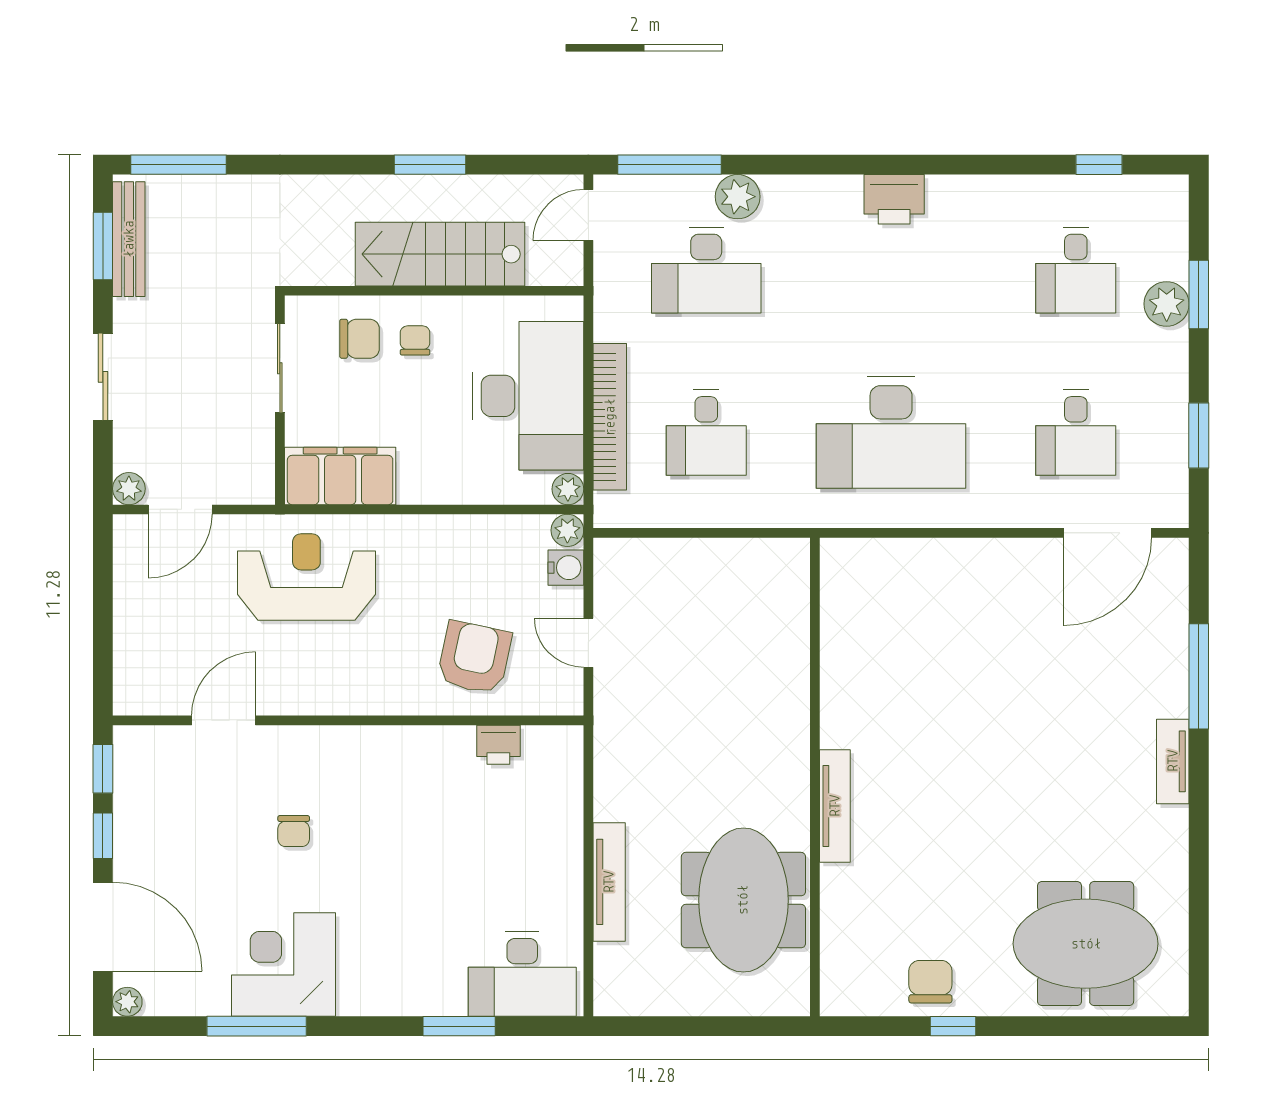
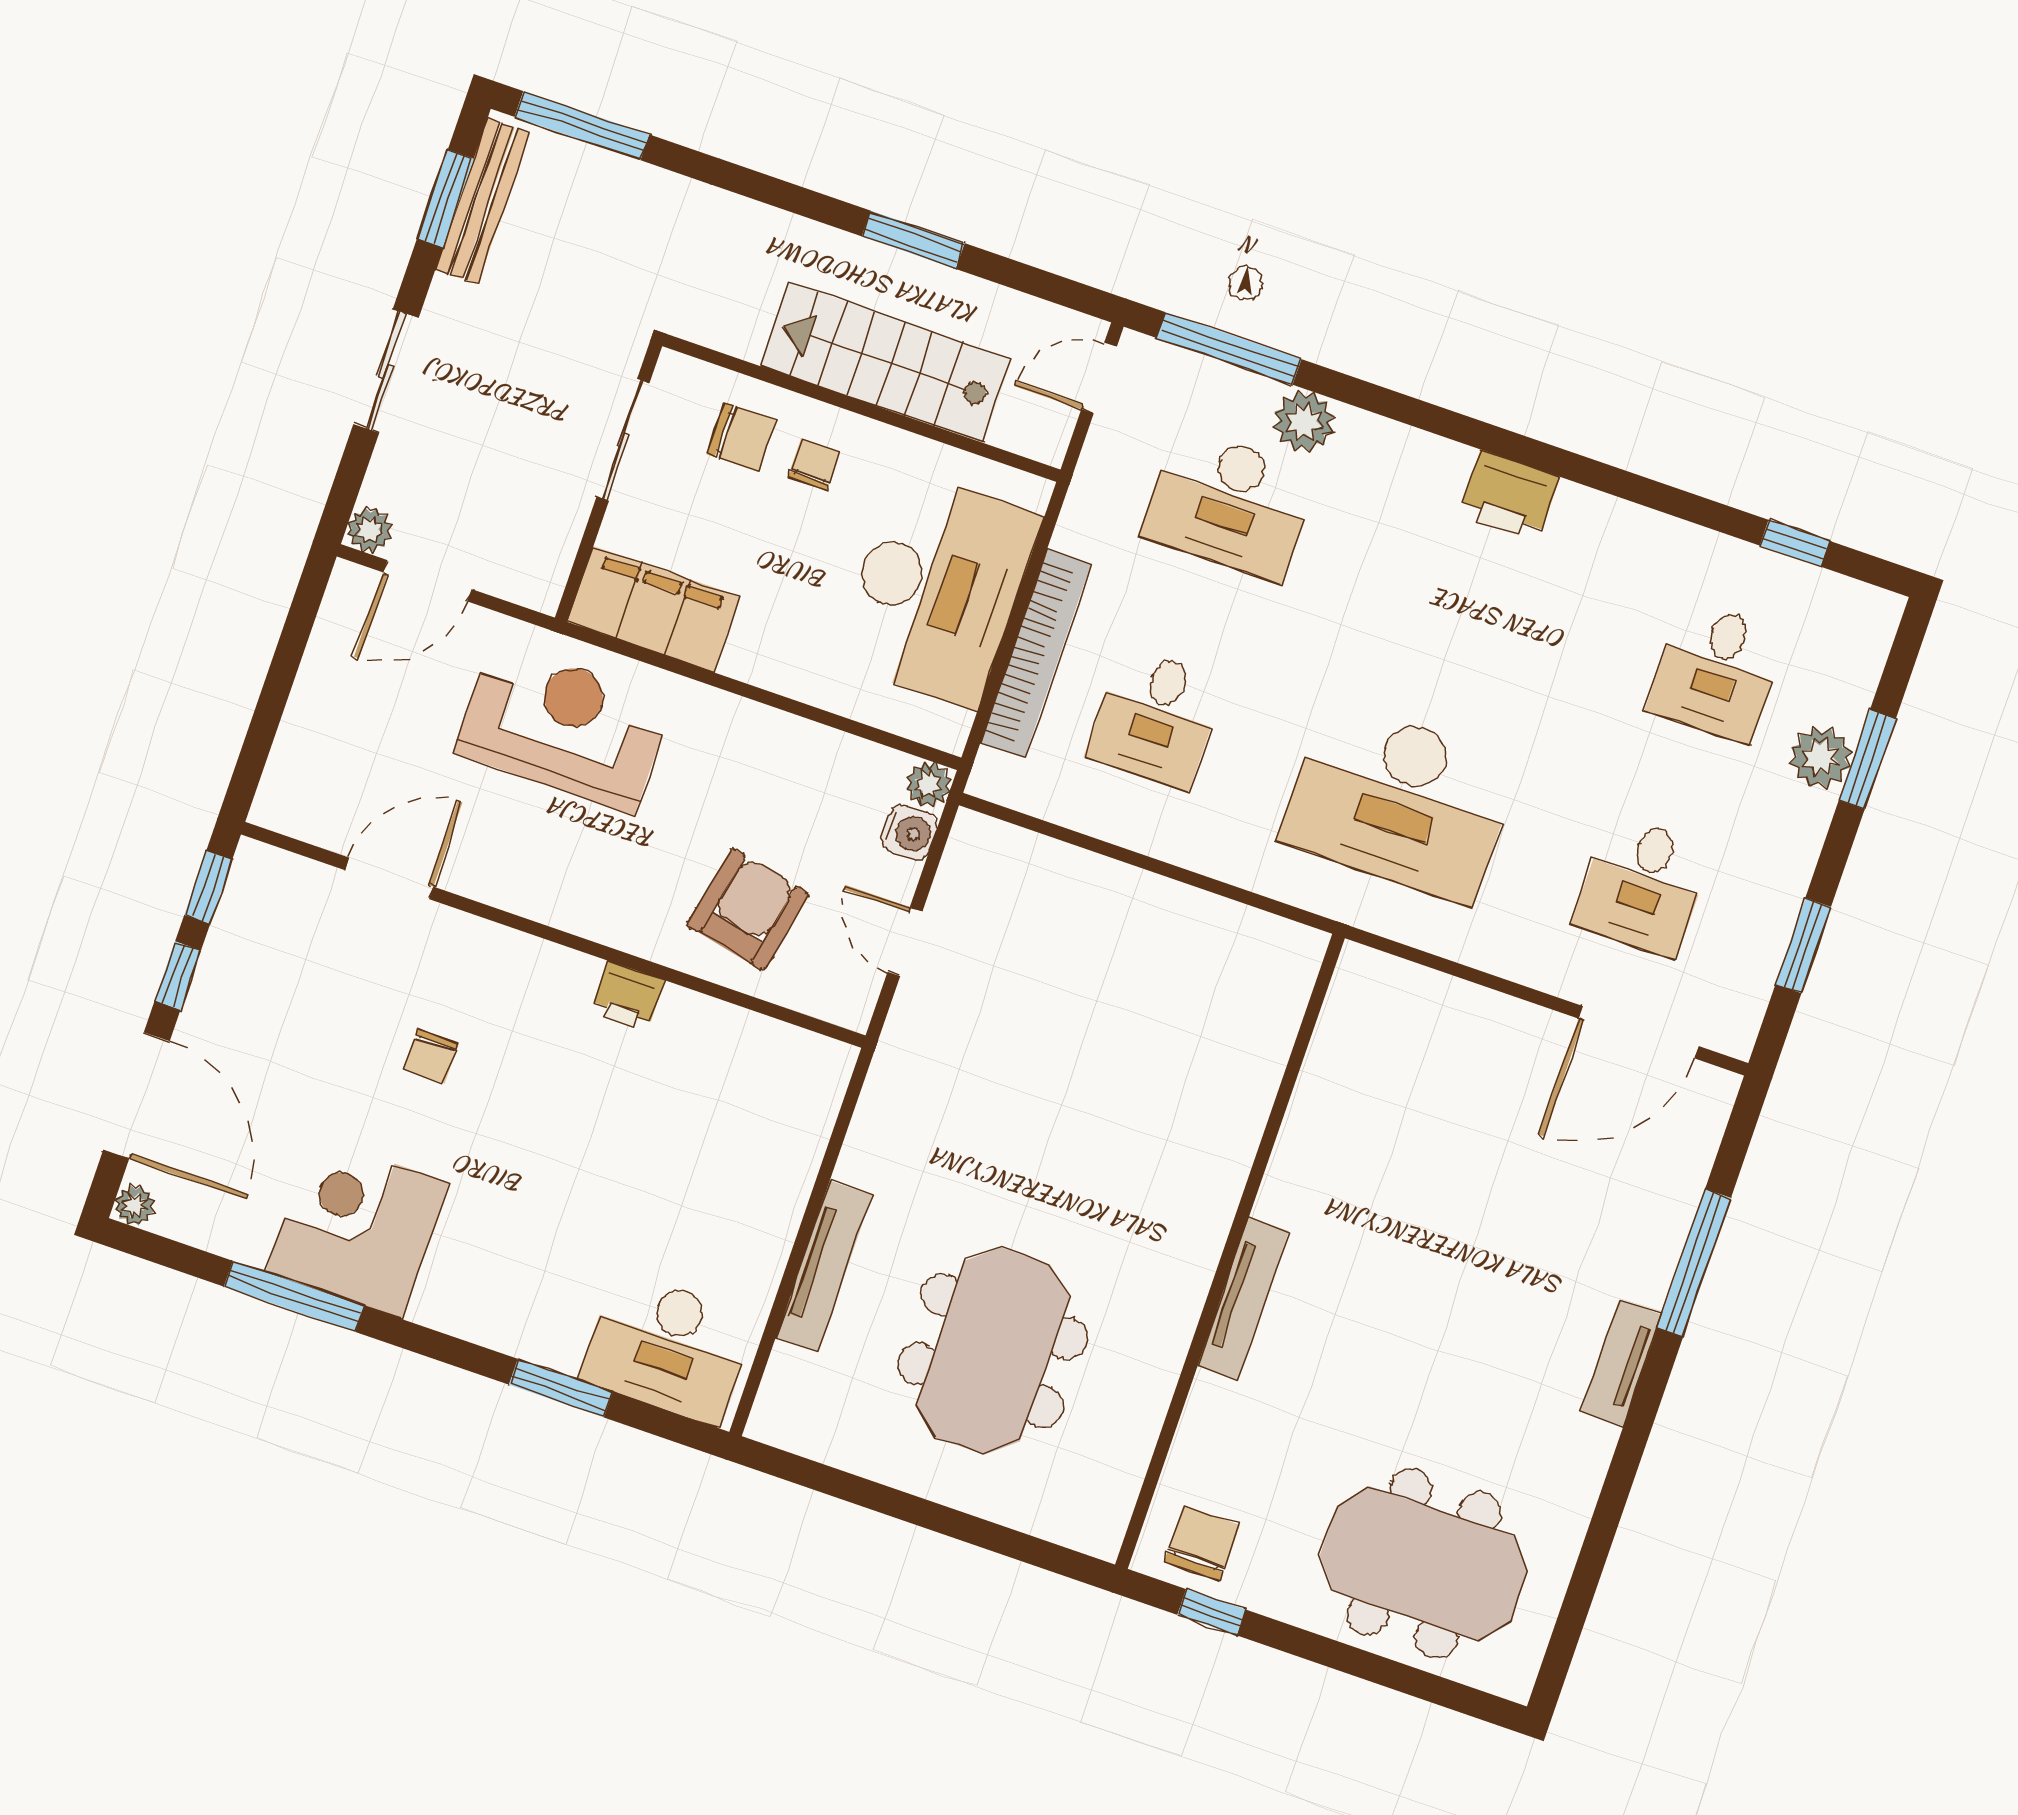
plant: (568, 489) -> (948, 730), removed
printer: (498, 745) -> (627, 996), moved
wall: (815, 777) -> (1230, 1251), moved
tv unit: (835, 806) -> (1243, 1299), moved

